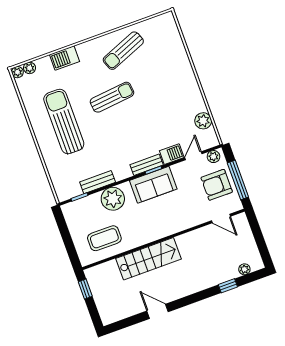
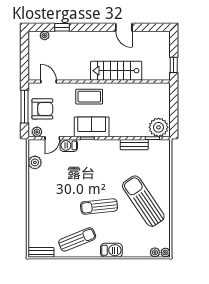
barbecue: (65, 58) -> (111, 250), moved
sun lounger: (64, 121) -> (143, 201), turned 146
bench: (147, 165) -> (41, 252), moved
plant: (113, 199) -> (158, 127), moved
coffee table: (104, 238) -> (89, 97), moved

